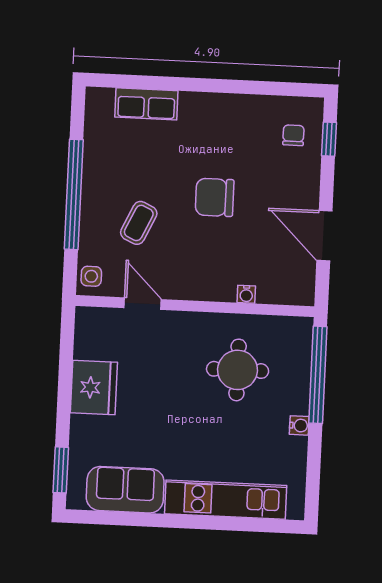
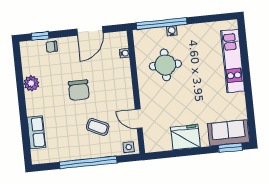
plant: (241, 109) -> (31, 83), added
chair: (293, 135) -> (52, 47), moved
water cooler: (246, 294) -> (125, 53), moved
door: (143, 304) -> (139, 119), hinge flipped
water cooler: (299, 425) -> (172, 31), moved
sofa: (125, 490) -> (228, 133), moved, turned 90

